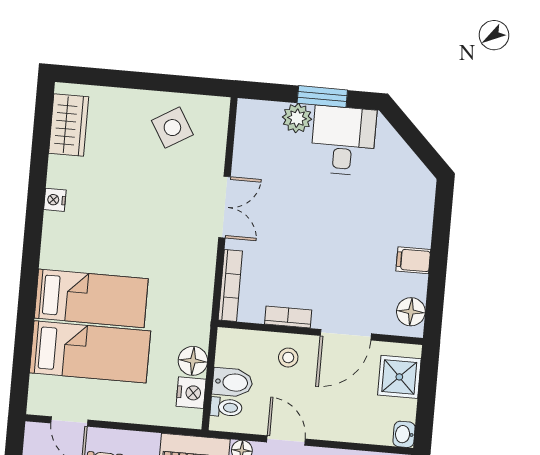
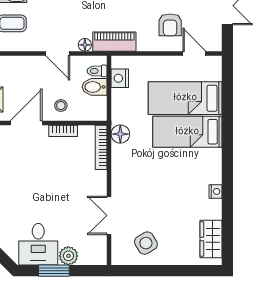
double door: (225, 207) -> (109, 215), moved
floor lamp: (193, 361) -> (120, 134), moved

